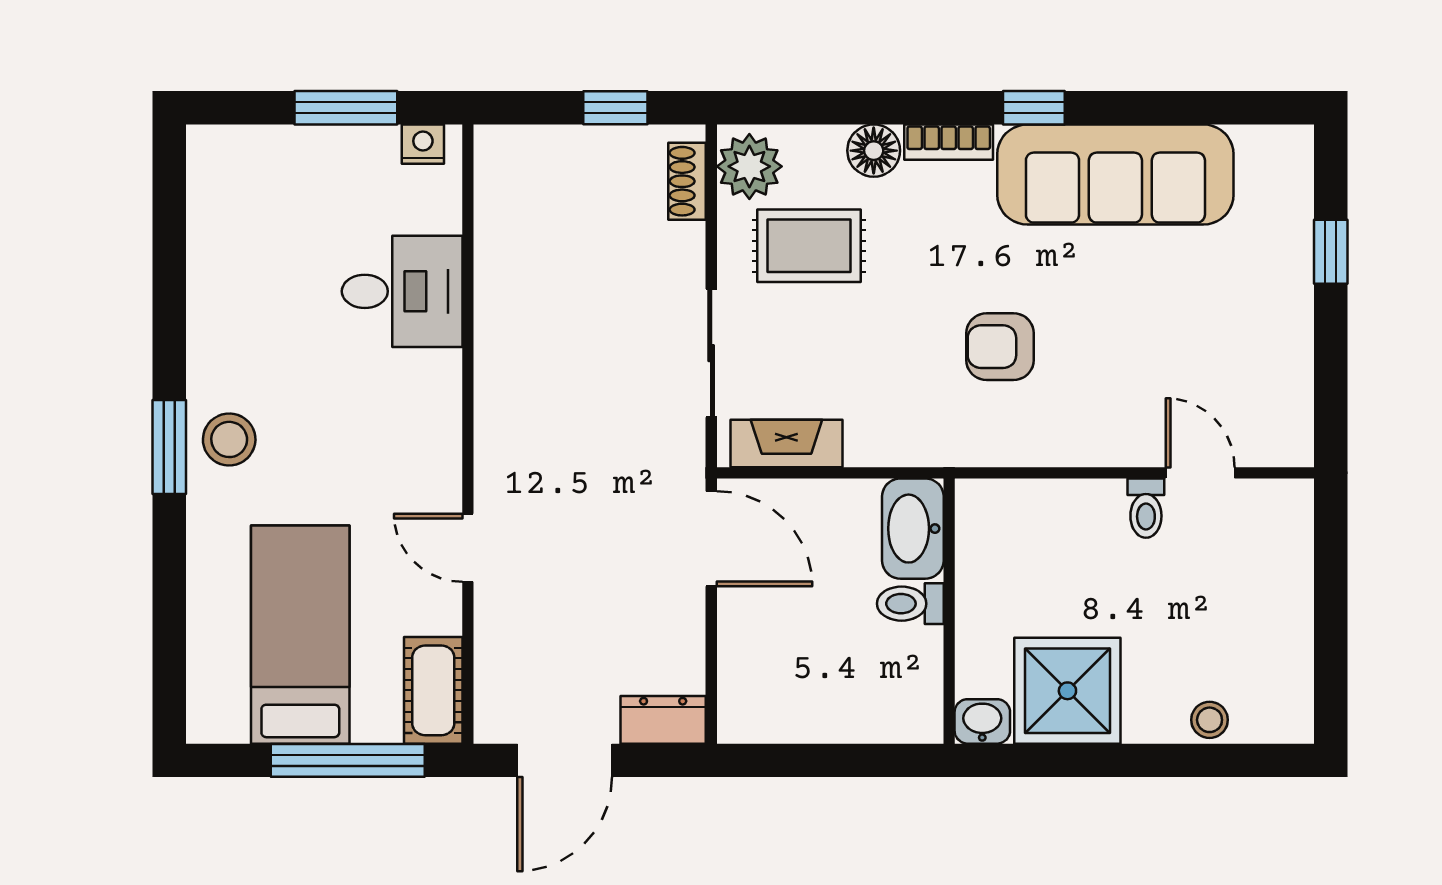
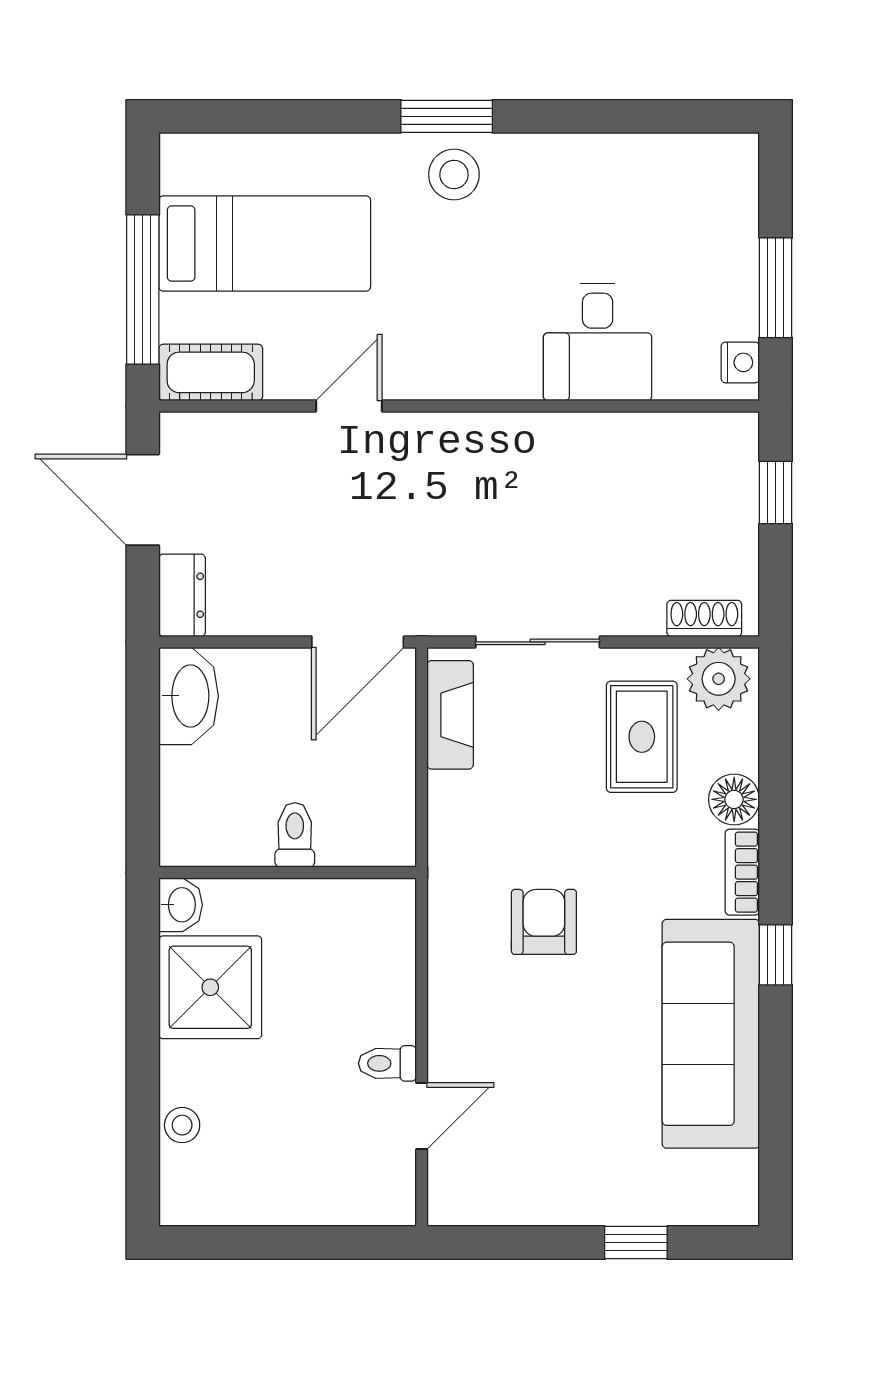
window: (615, 108) -> (776, 492), moved
washbasin: (913, 529) -> (189, 696), moved, turned 90

